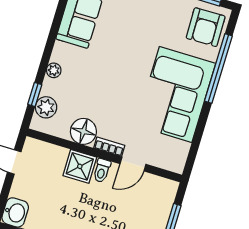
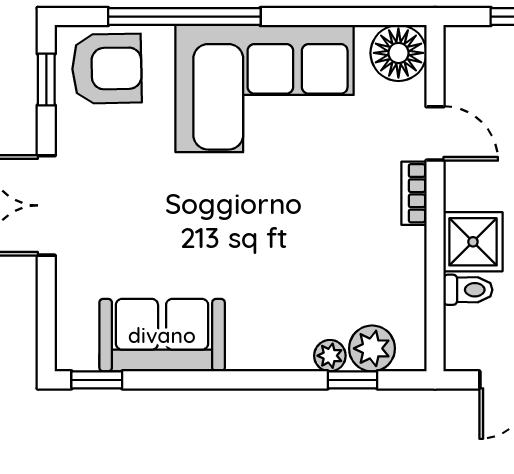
plant: (54, 70) -> (330, 356), moved
floor lamp: (83, 131) -> (398, 53), moved
toilet: (102, 171) -> (468, 290), moved

